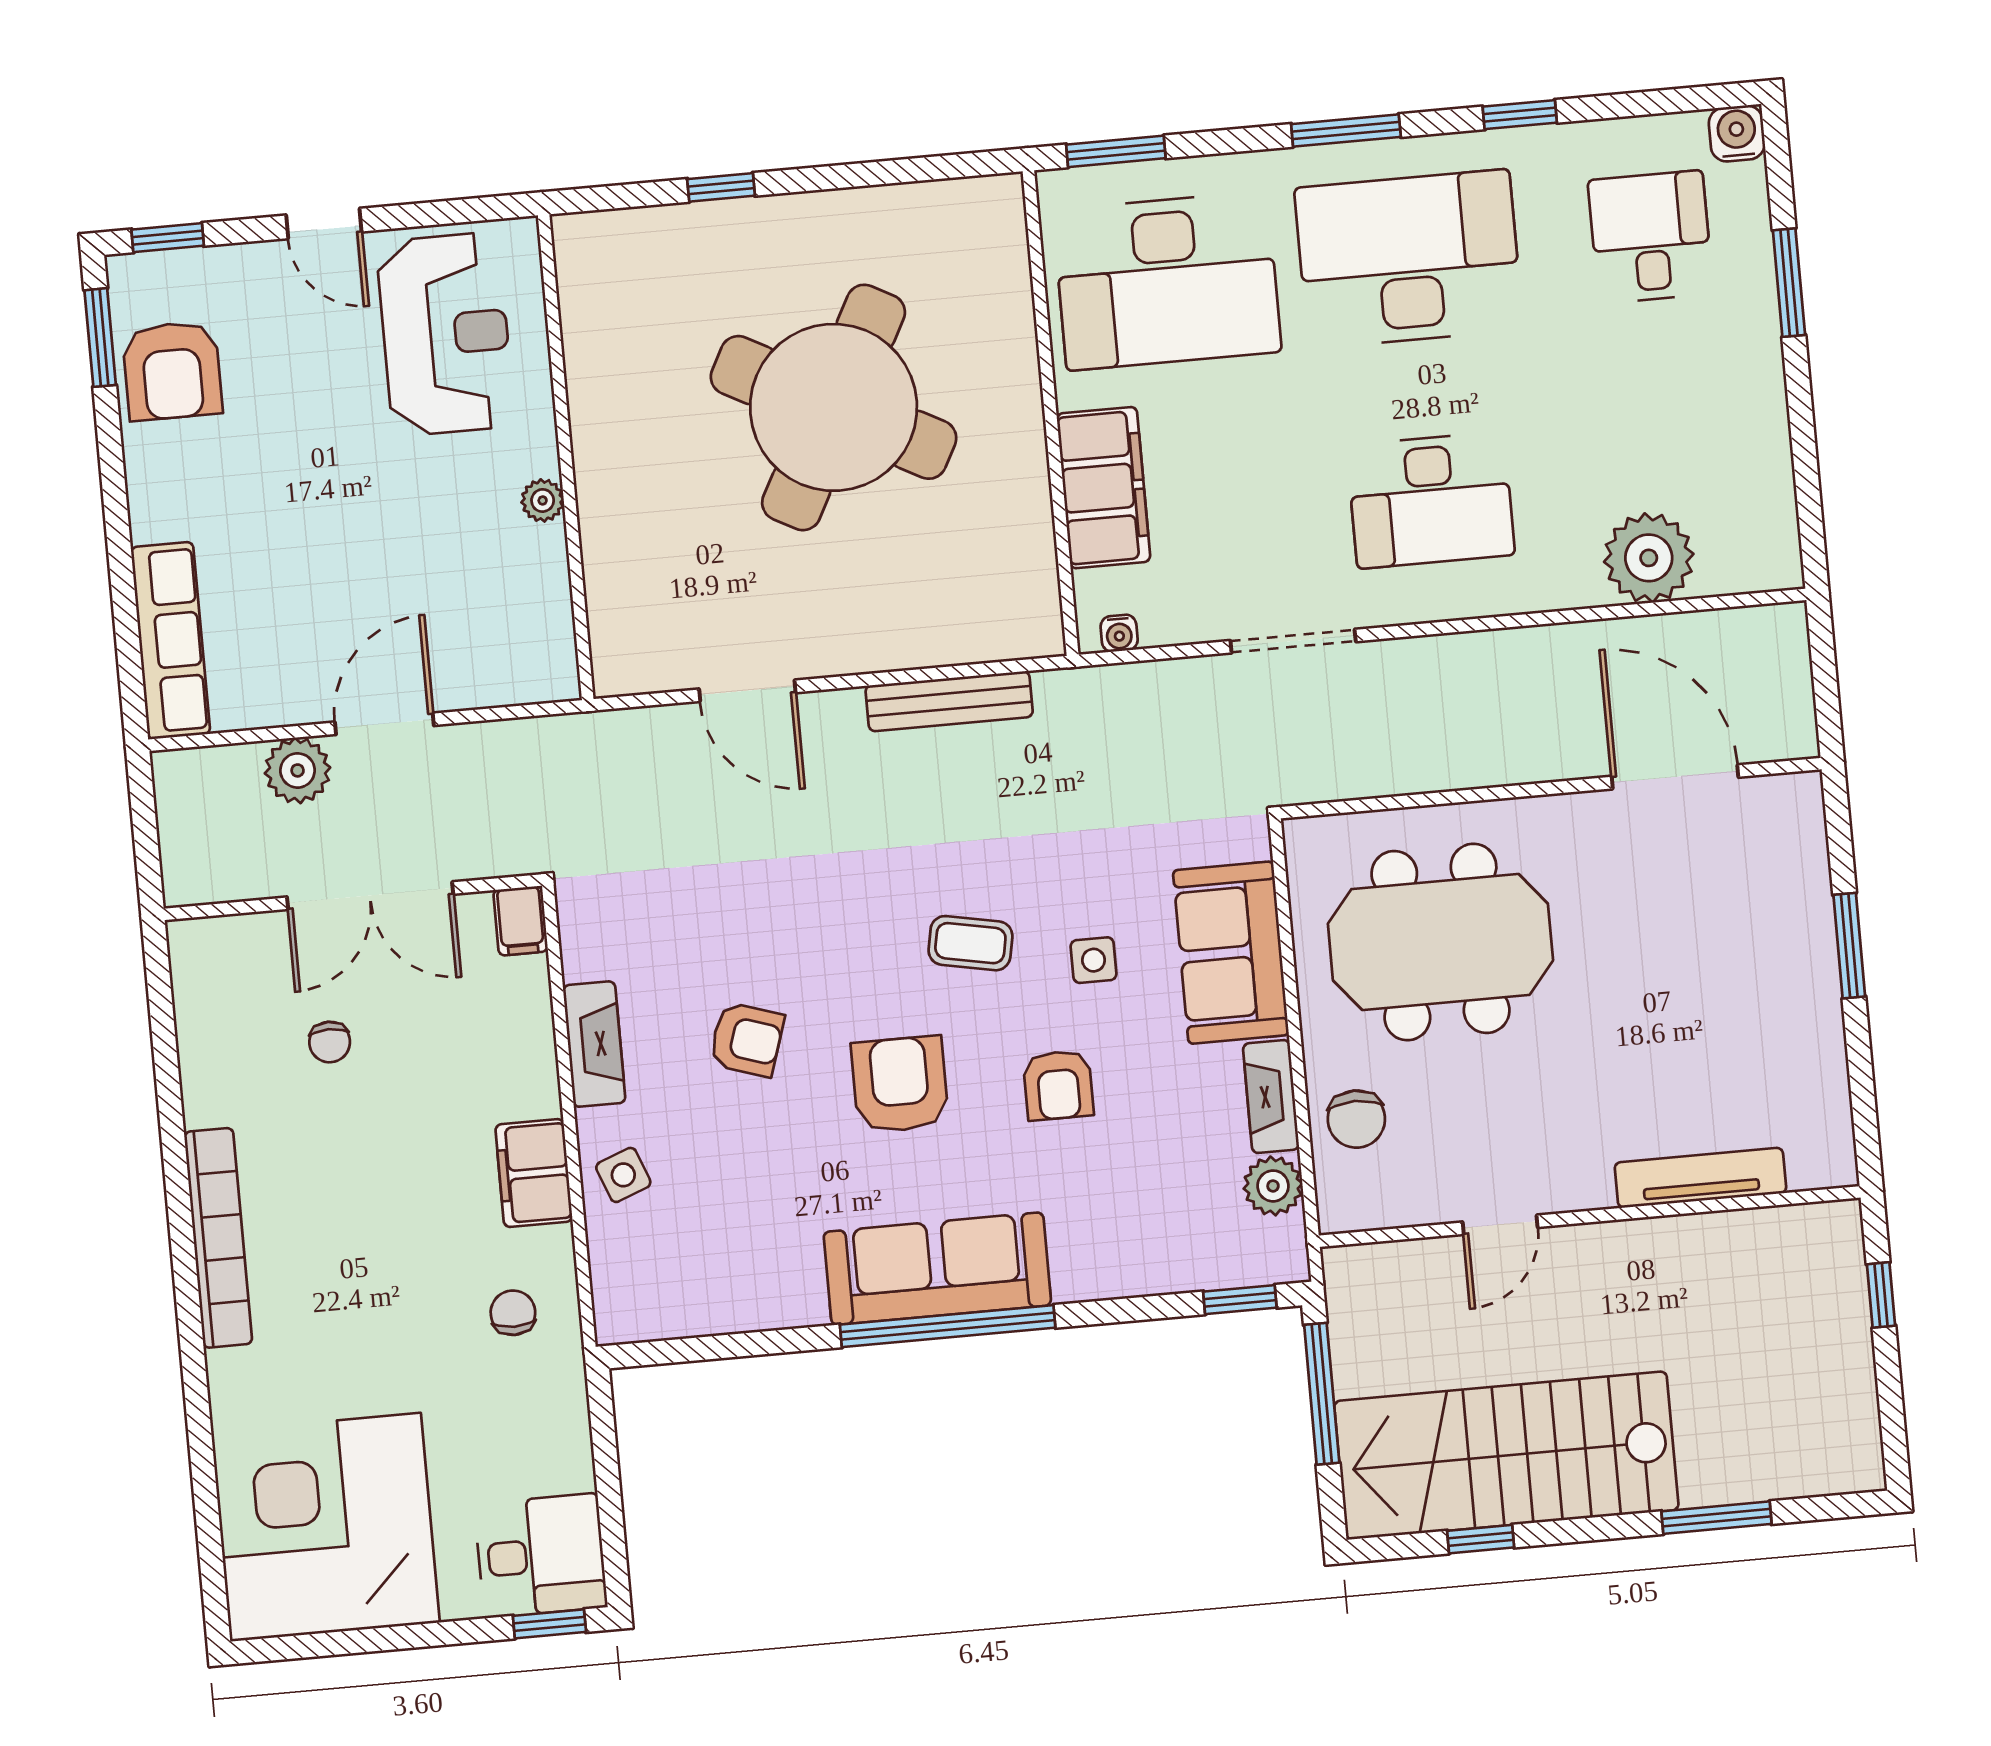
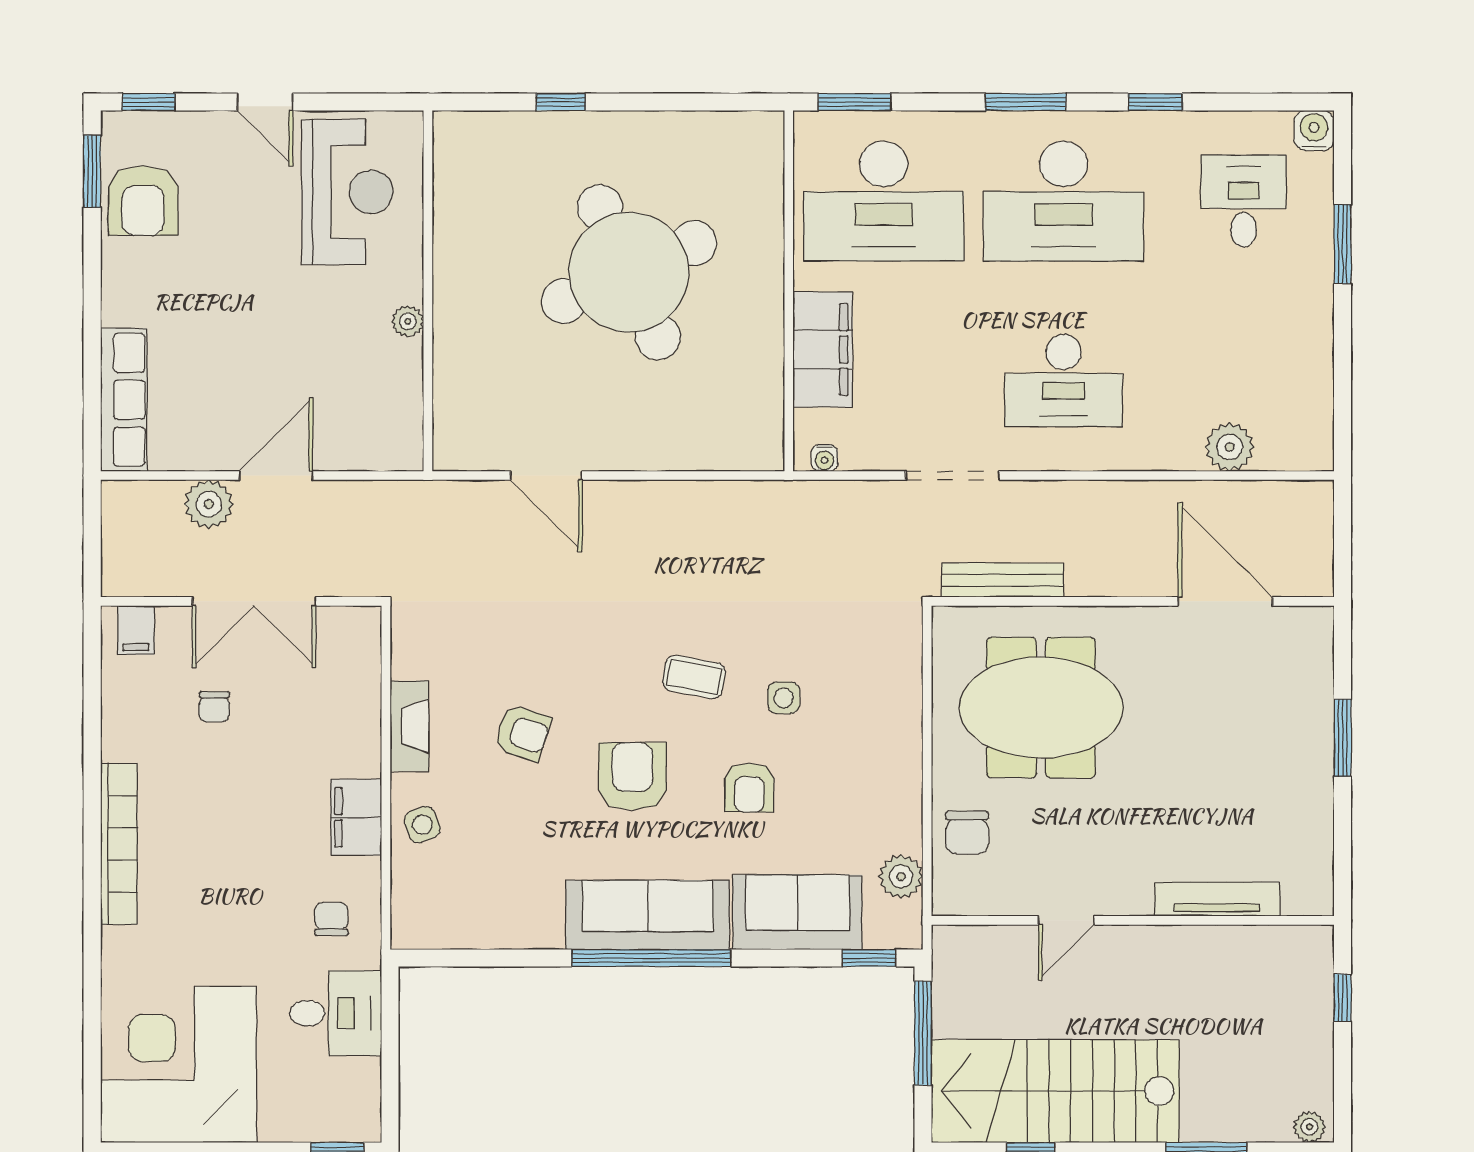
desk: (1409, 259) -> (1064, 201), turned 180
round table: (834, 407) -> (629, 272), turned 38
plant: (1649, 558) -> (1230, 447), width x0.73, depth x0.73
bench: (949, 701) -> (1003, 580), moved
filing cabinet: (521, 921) -> (136, 630), moved
sofa: (1231, 953) -> (797, 912), moved, turned 90
fireplace: (1271, 1097) -> (906, 810), removed
plant: (1852, 1473) -> (1309, 1127), added
desk: (541, 1556) -> (336, 1013), moved

